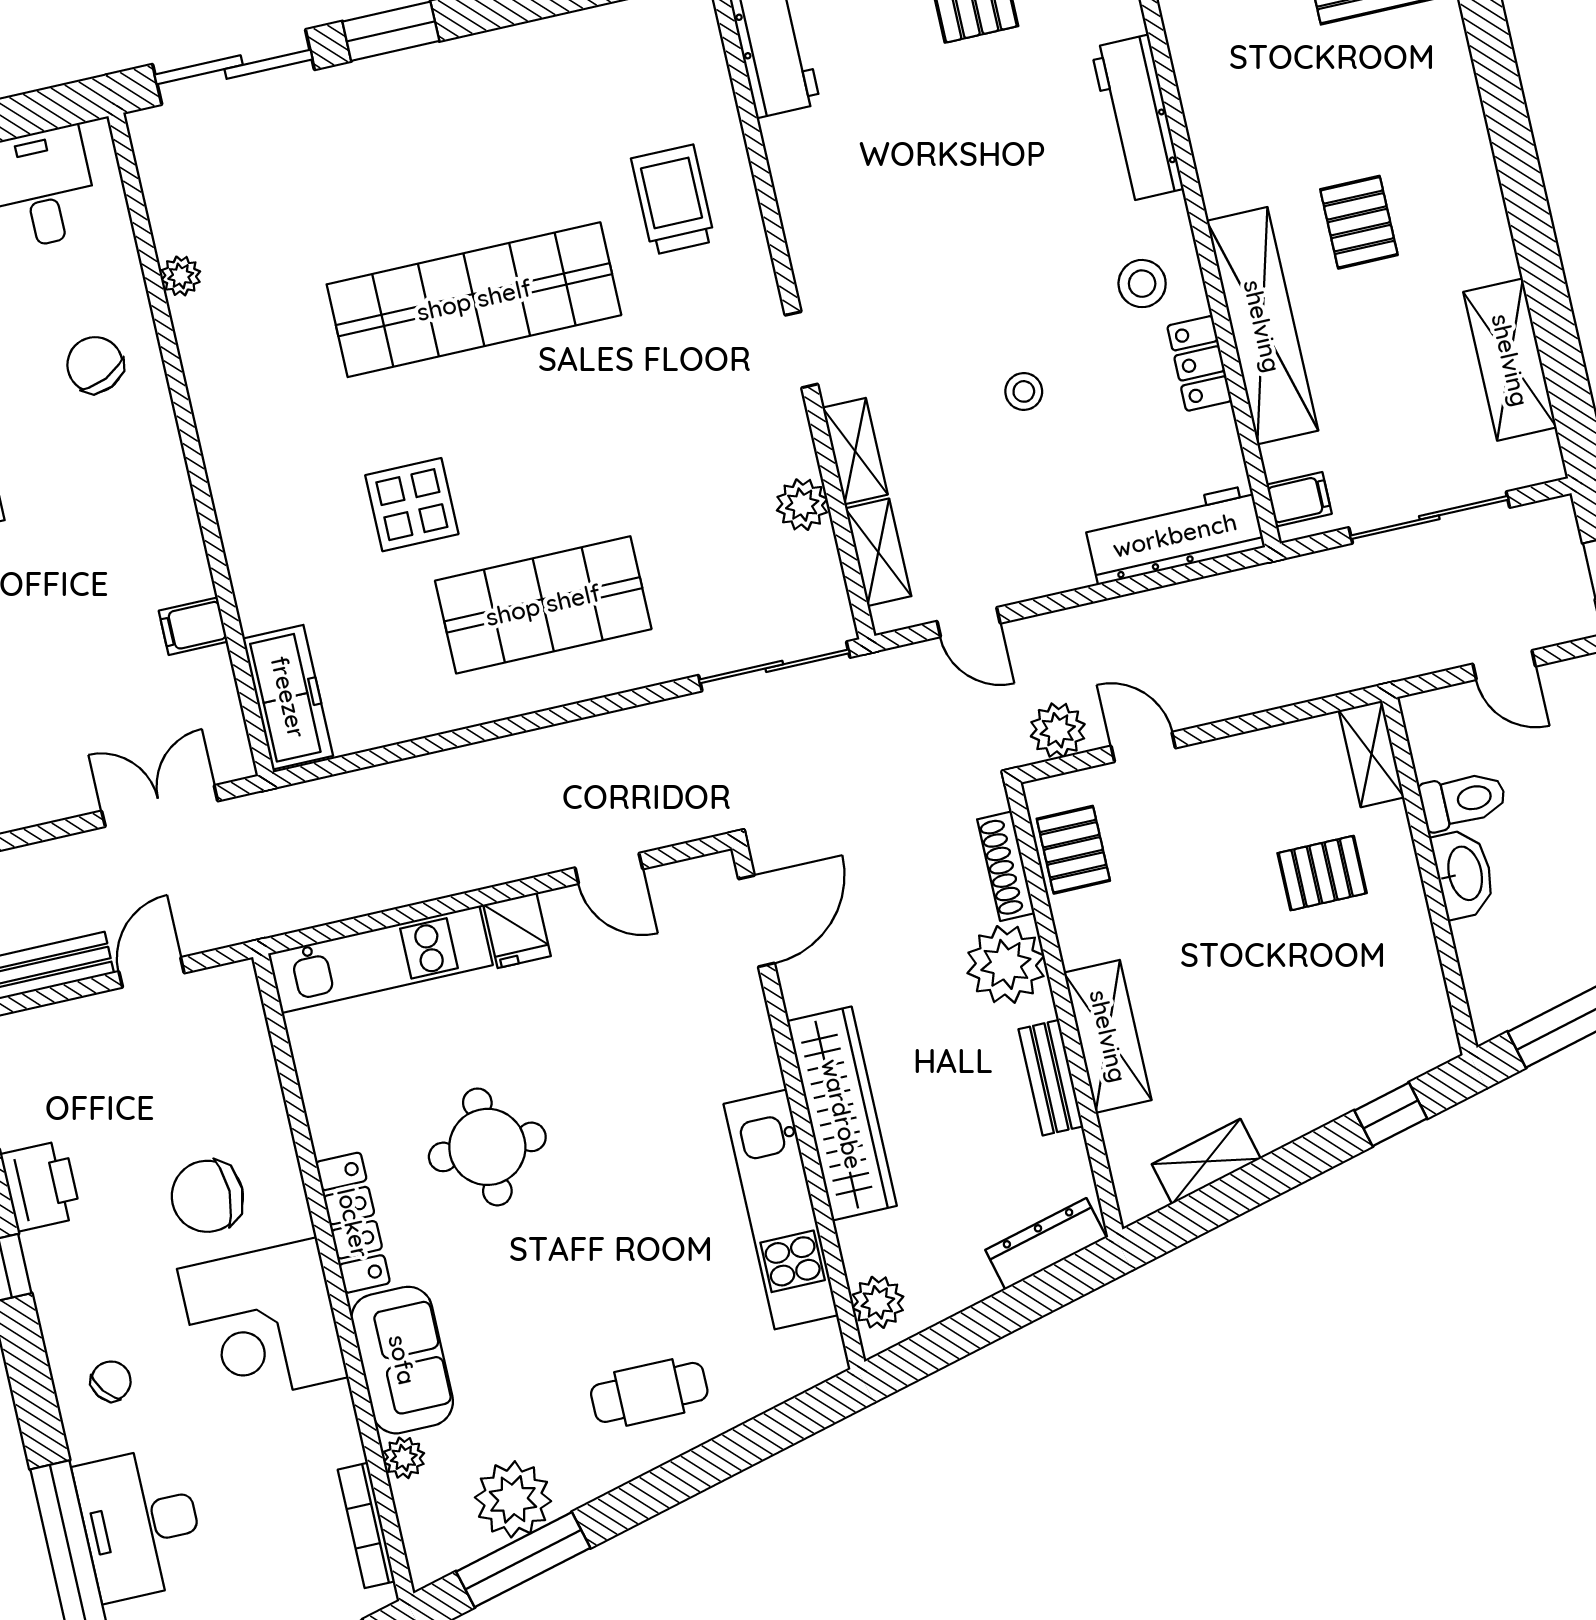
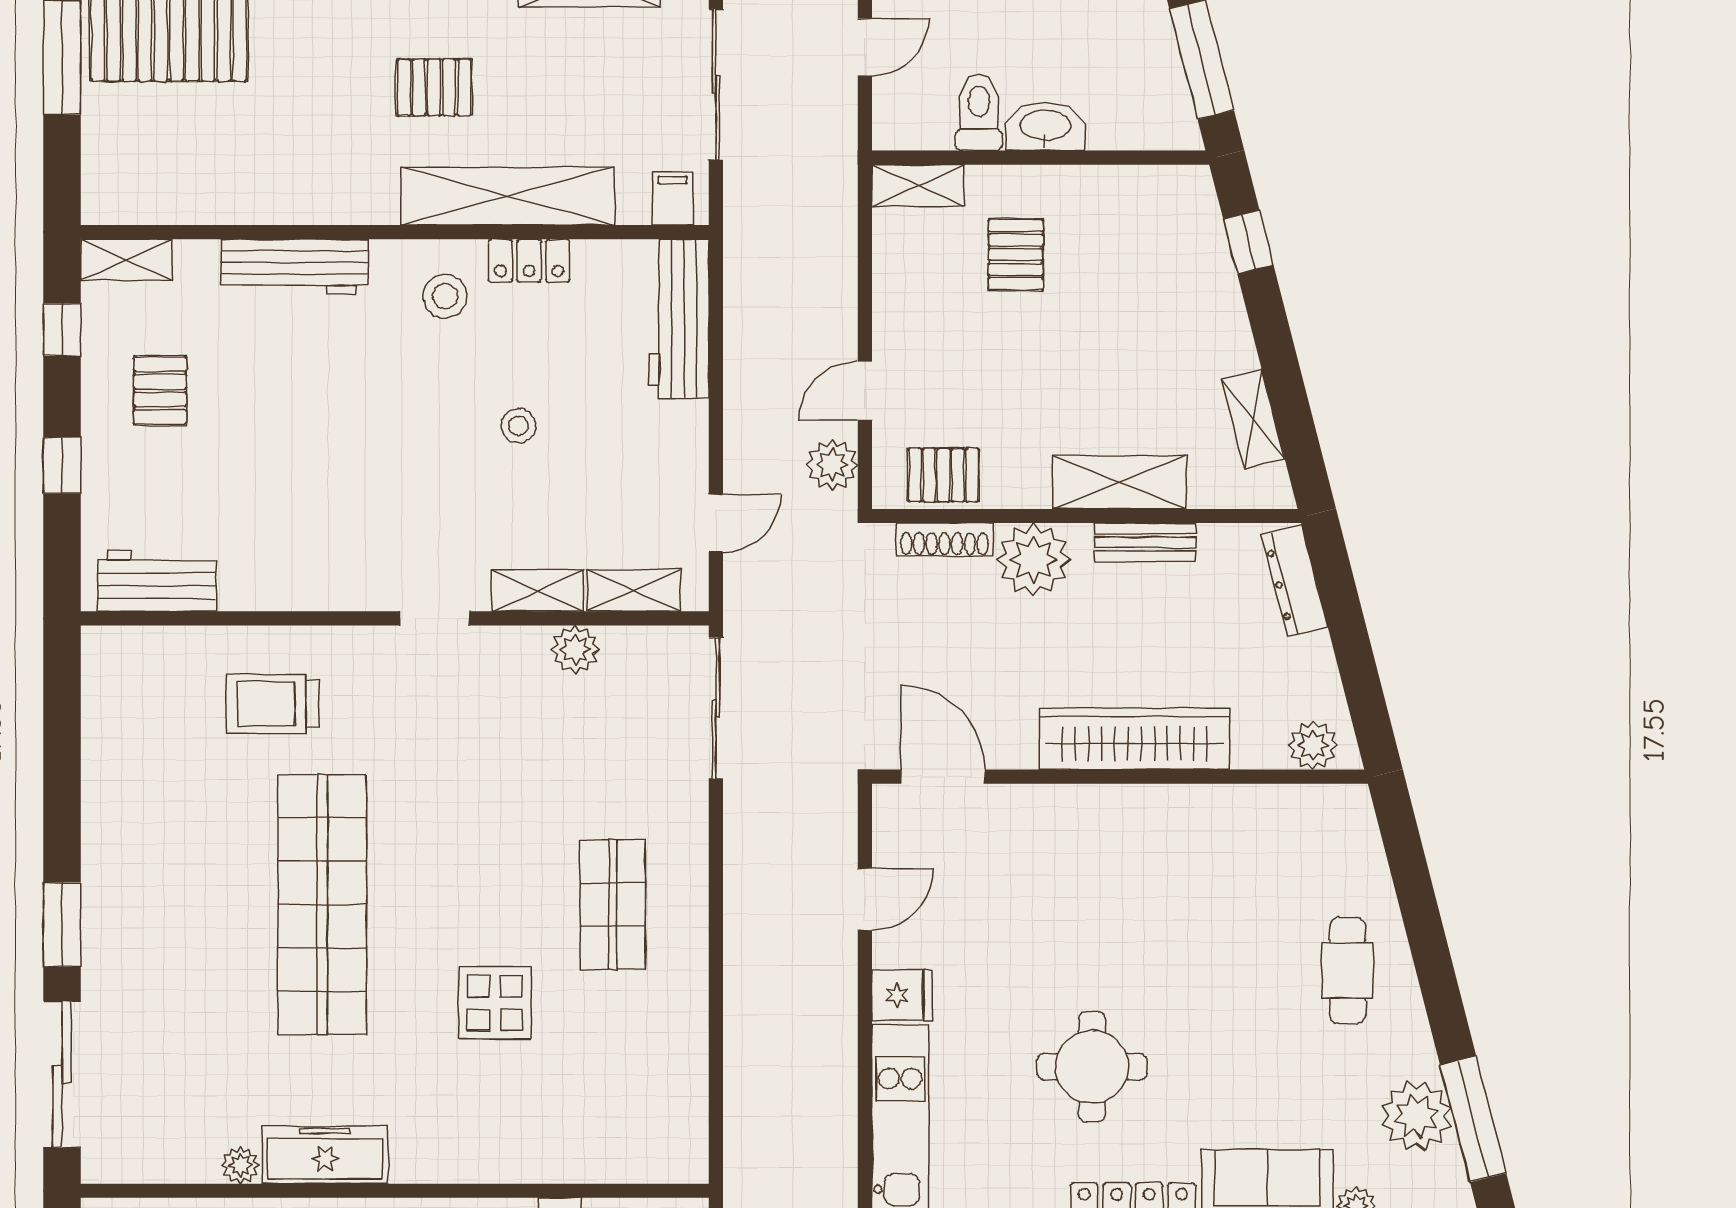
shop shelf: (543, 605) -> (613, 905), width x0.70, depth x0.74
freezer: (288, 697) -> (325, 1155), moved
kitchen unit: (781, 1209) -> (1209, 814), removed

